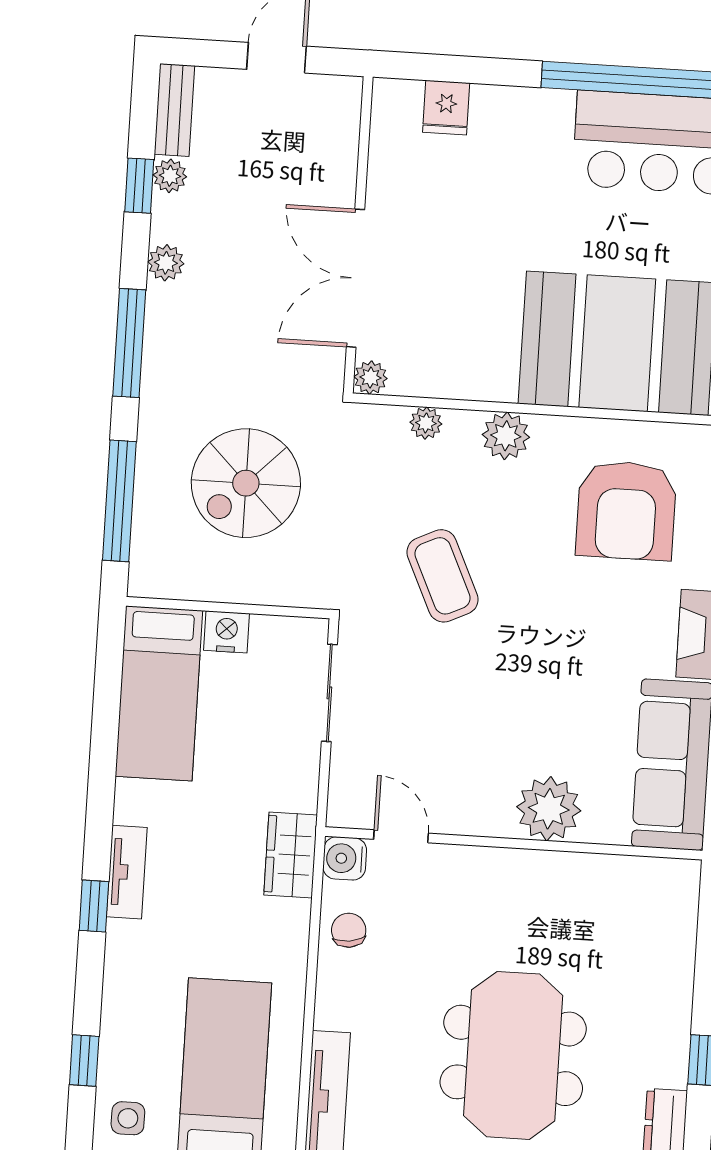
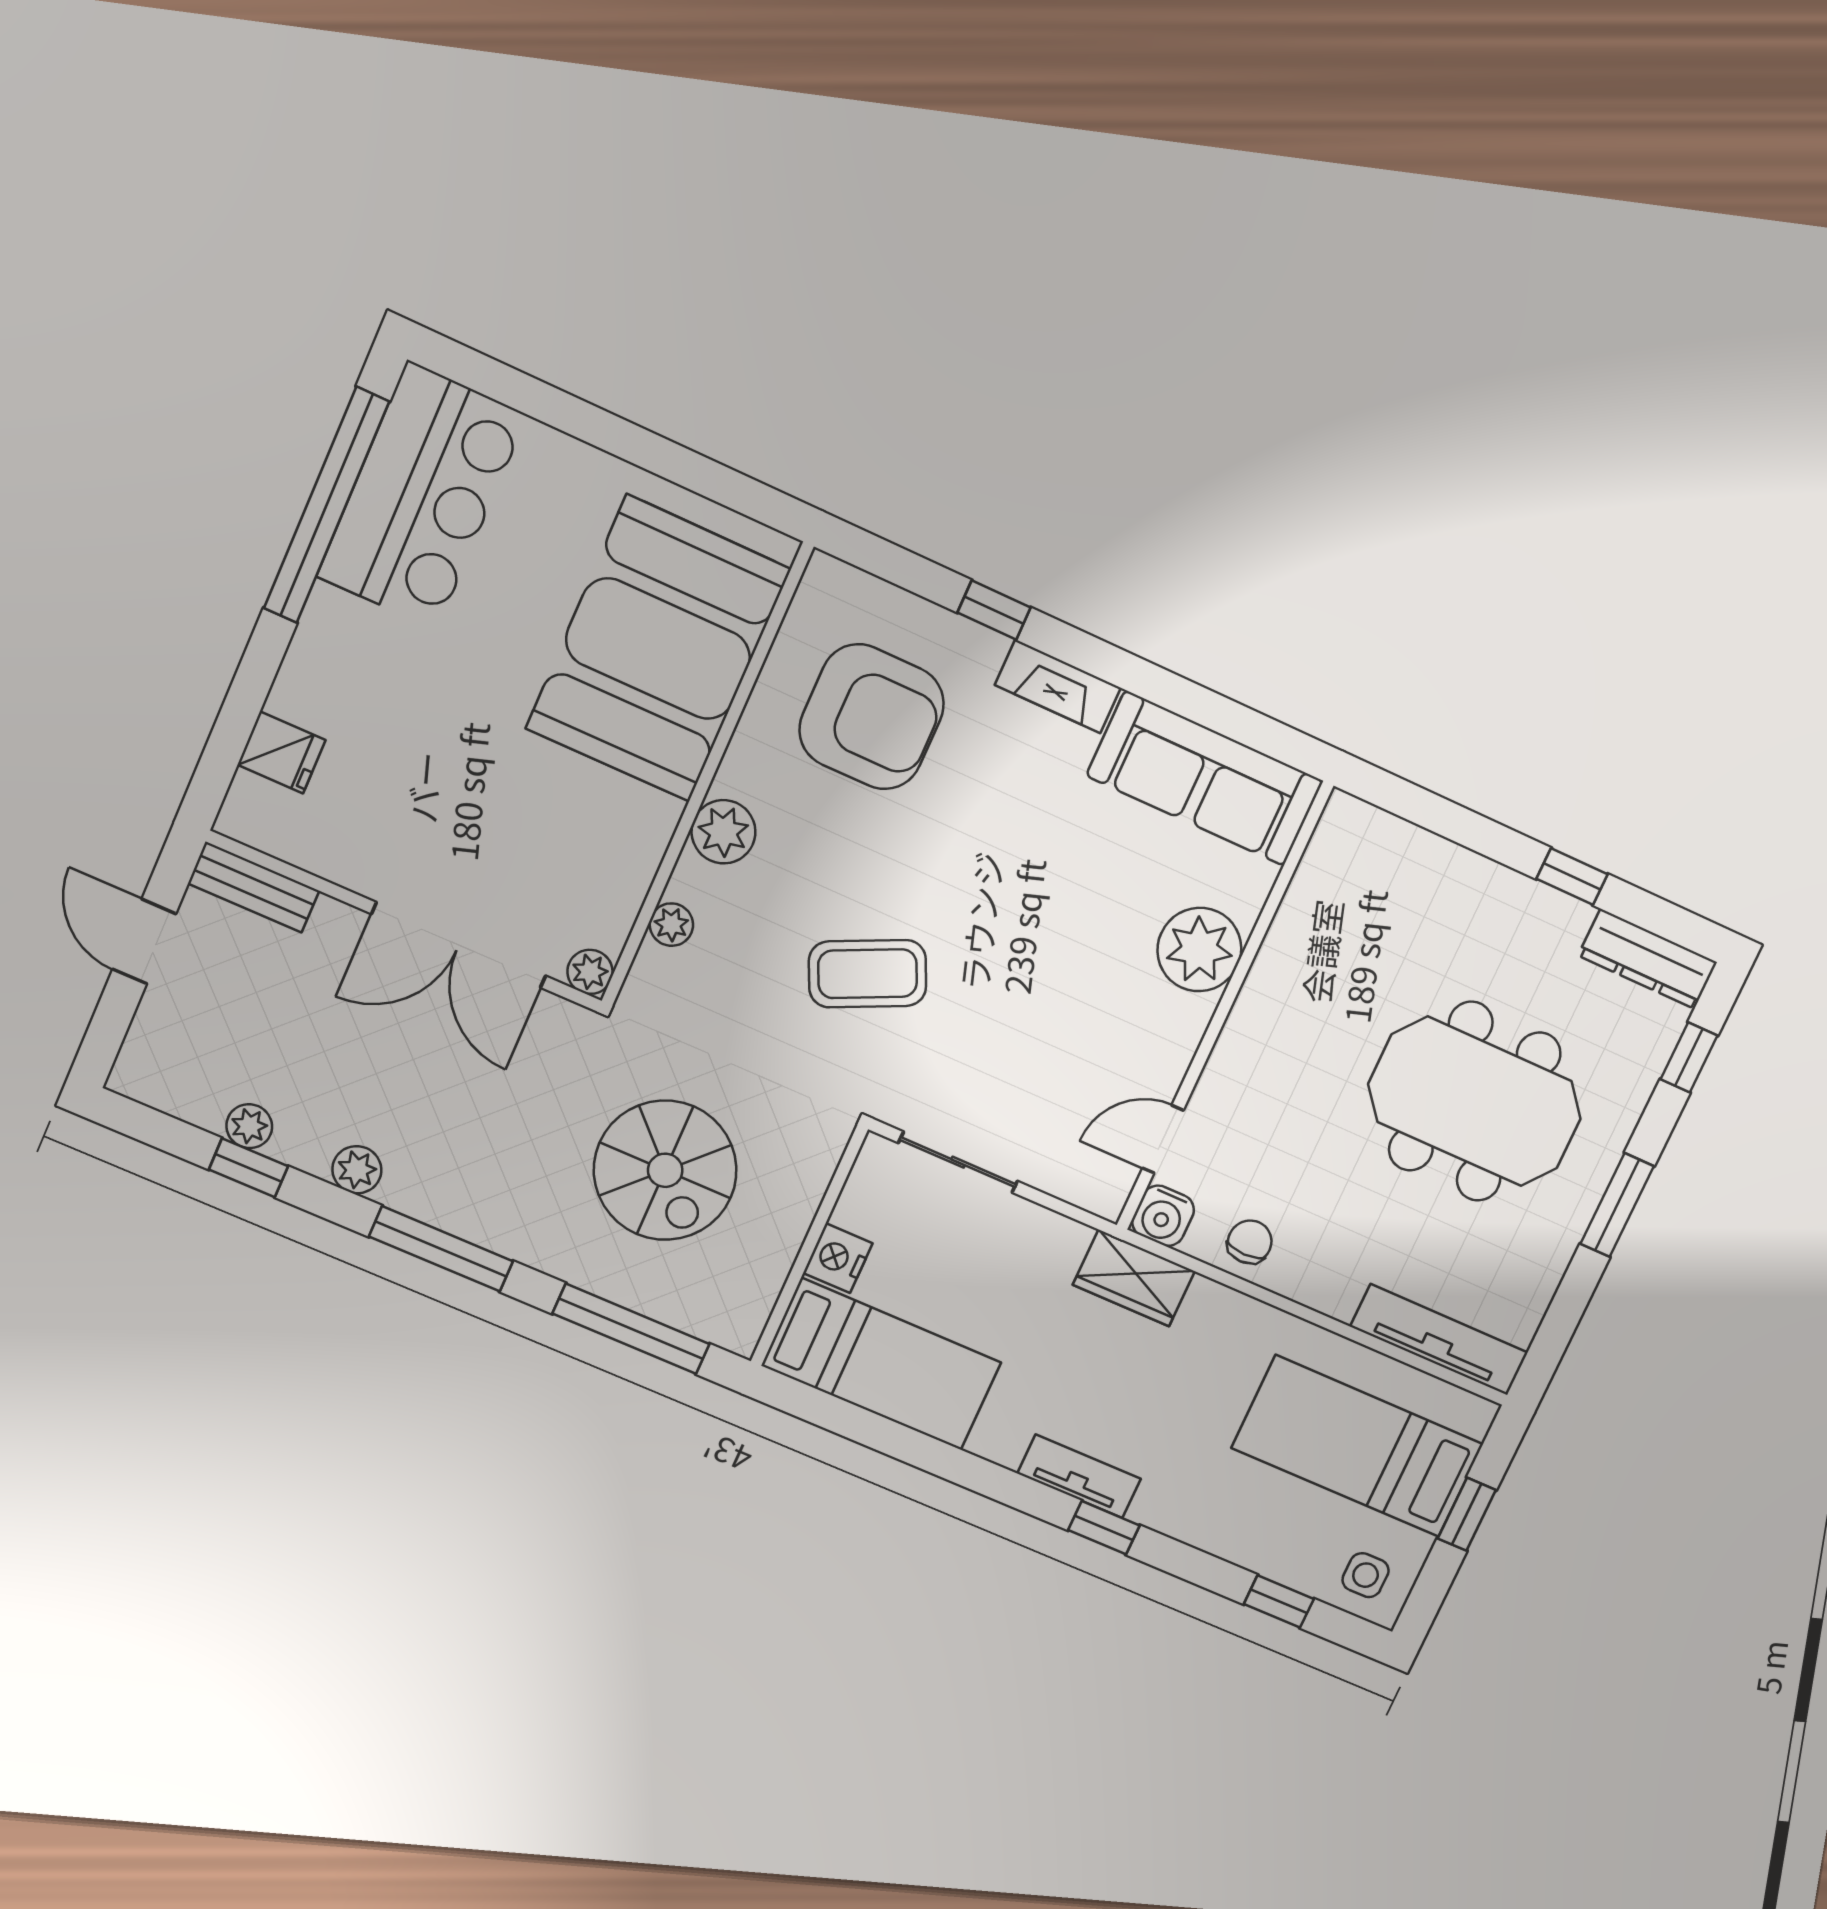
bench: (174, 110) -> (254, 887), moved
chair: (349, 930) -> (1250, 1242), turned 98

